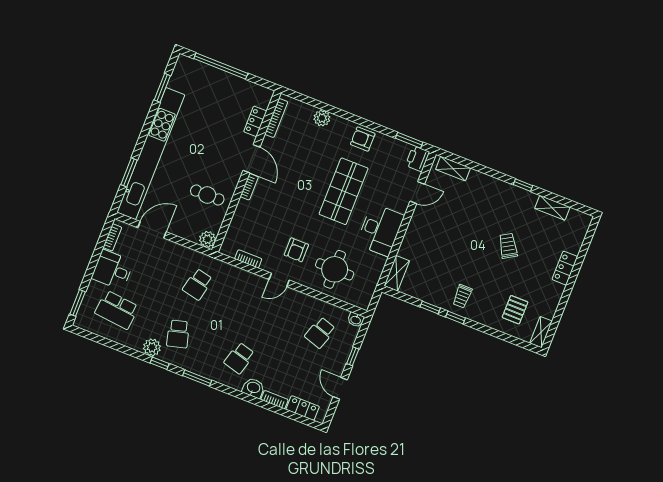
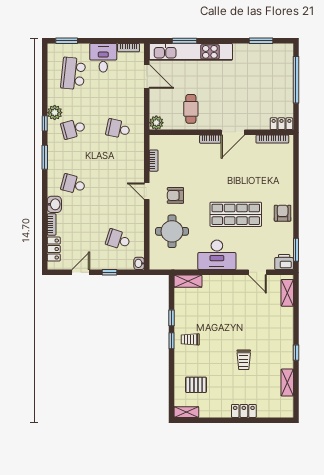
plant: (322, 118) -> (286, 175), removed
locker: (255, 121) -> (281, 124), moved
kitchen unit: (151, 154) -> (191, 52), width x0.73
trolley: (508, 246) -> (244, 360), turned 121

